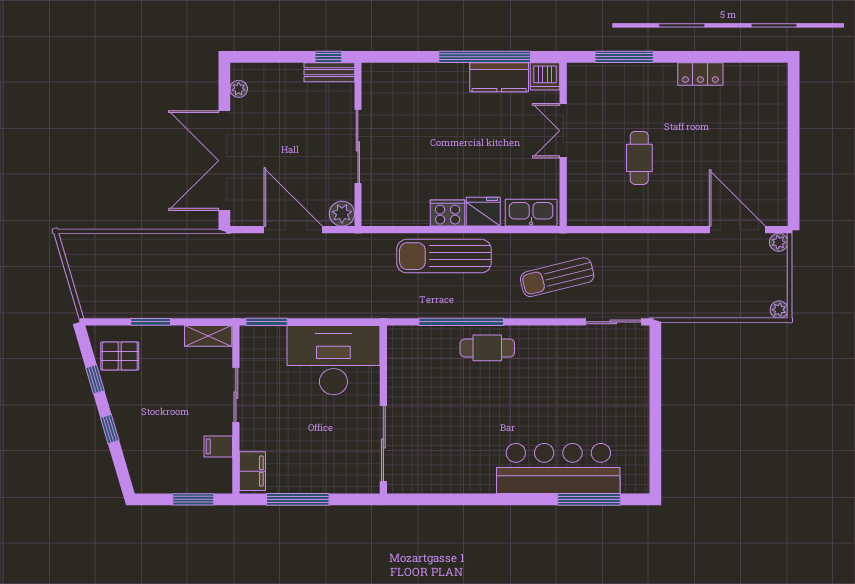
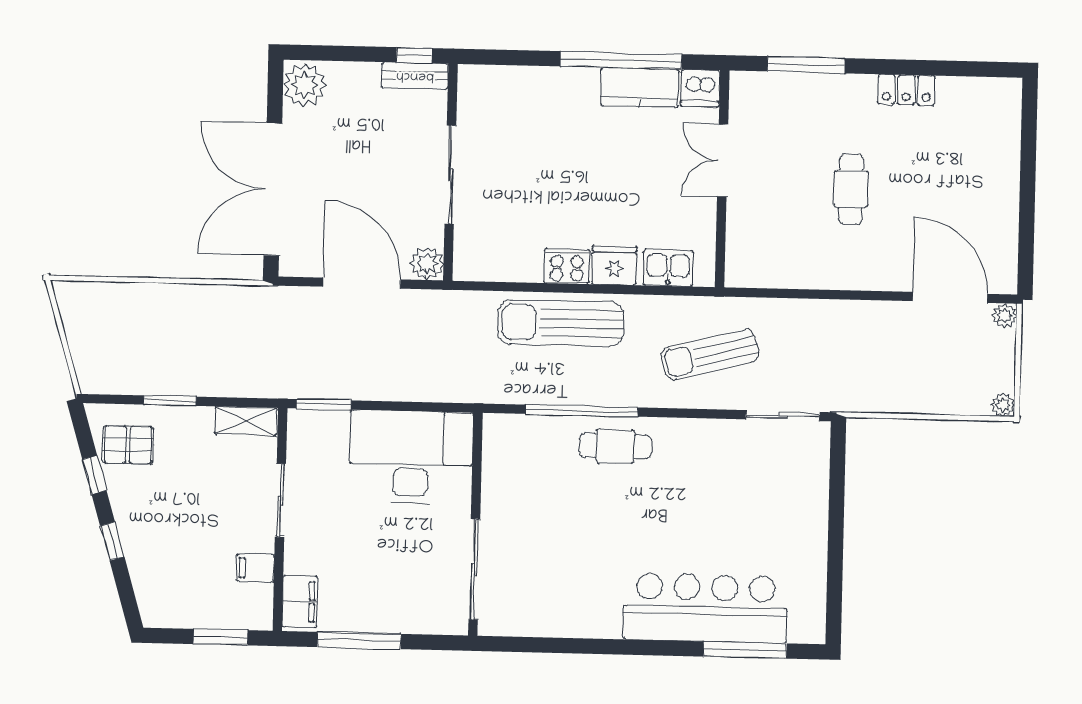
plant: (239, 89) -> (304, 85), width x1.87, depth x1.87
cafe table: (639, 158) -> (851, 189), moved
kitchen sink: (531, 213) -> (668, 268), width x0.73

